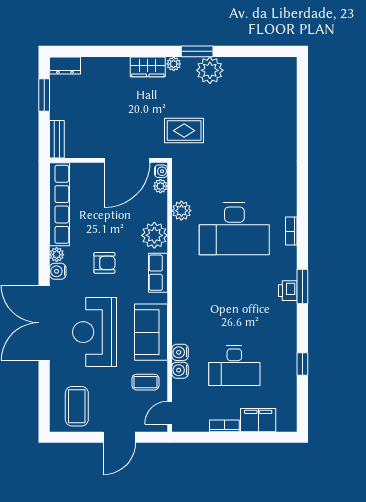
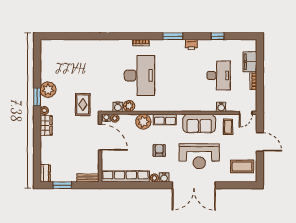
printer: (288, 291) -> (191, 45), moved
water cooler: (180, 352) -> (118, 107), moved
door: (170, 413) -> (246, 113), hinge flipped

